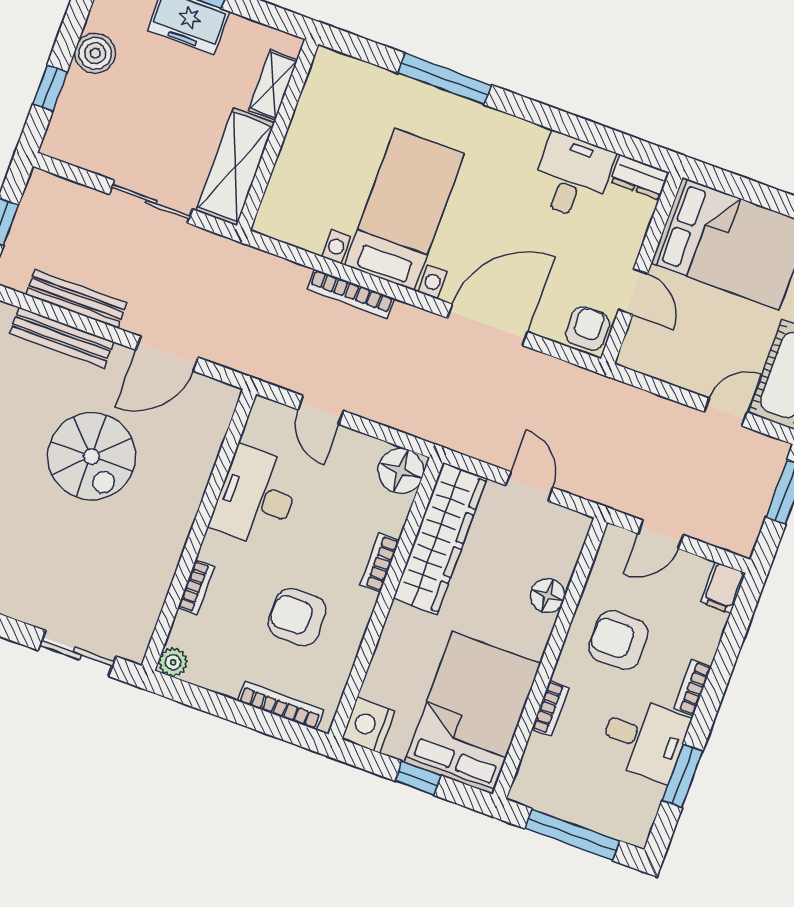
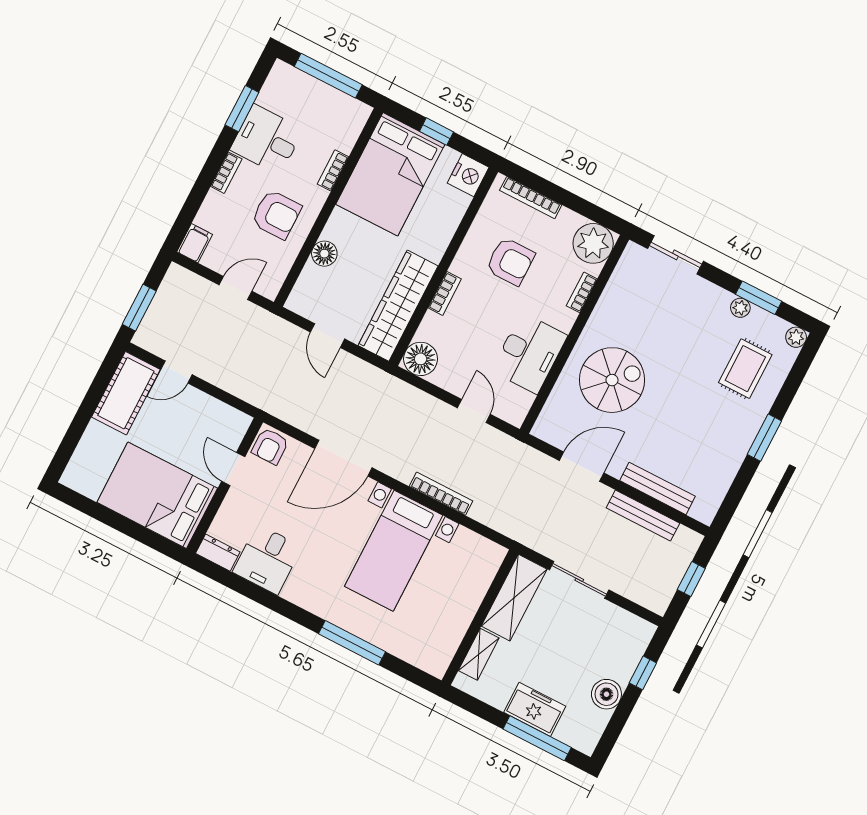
spiral stairs: (92, 456) -> (612, 380), moved, turned 90
plant: (173, 662) -> (593, 243), width x1.88, depth x1.88

